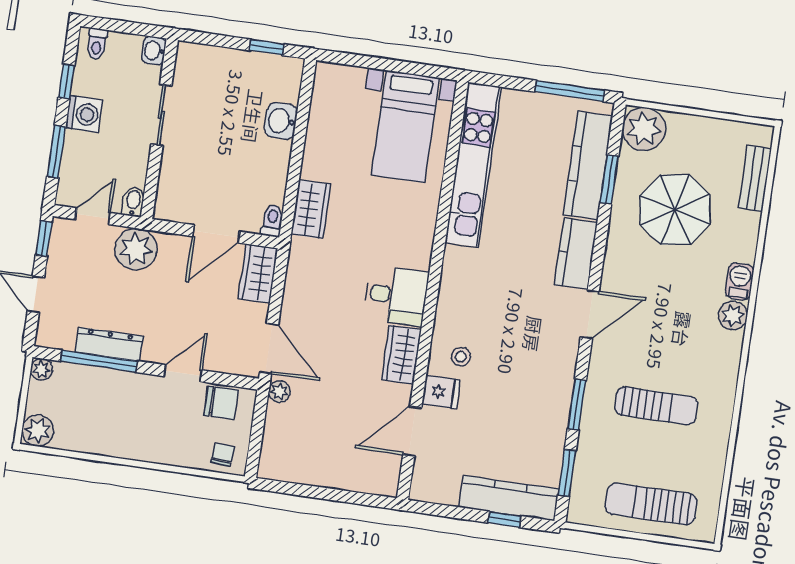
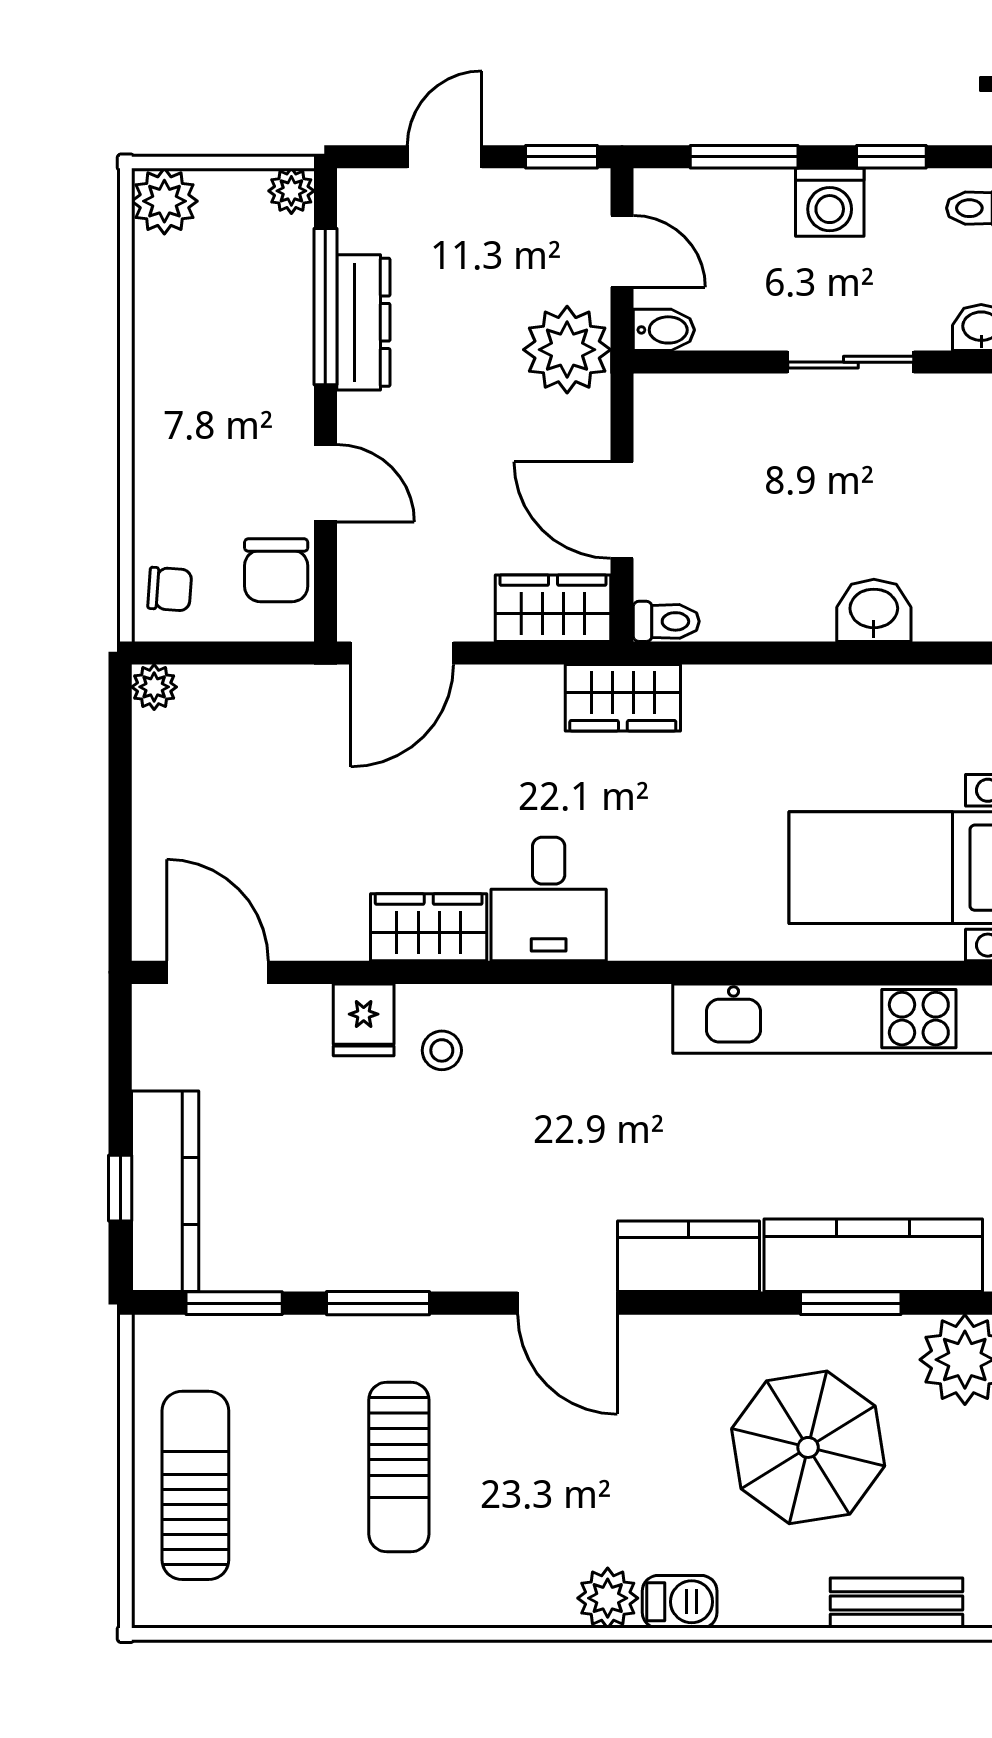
wardrobe: (311, 209) -> (623, 698), moved
plant: (279, 392) -> (154, 687), moved
door: (412, 431) -> (218, 972), moved

